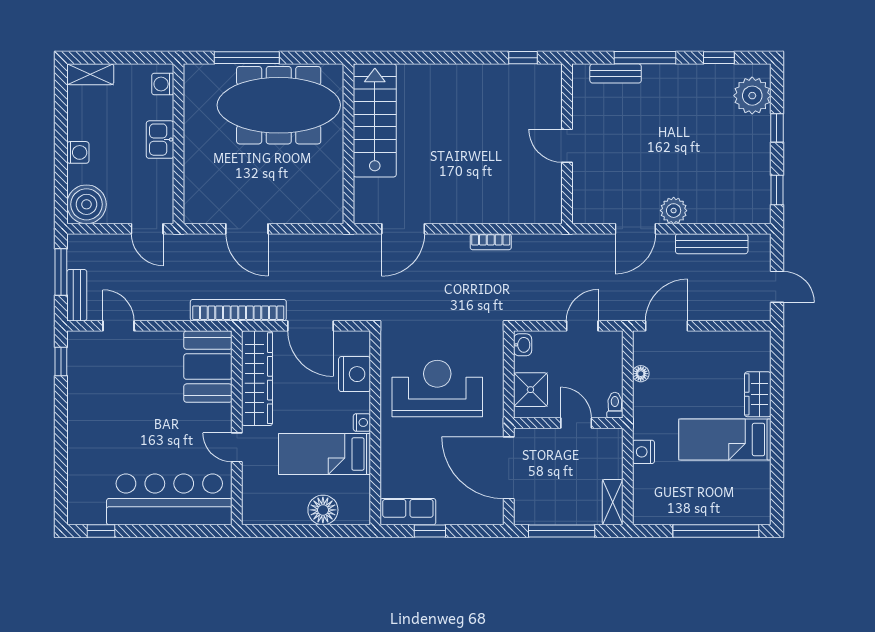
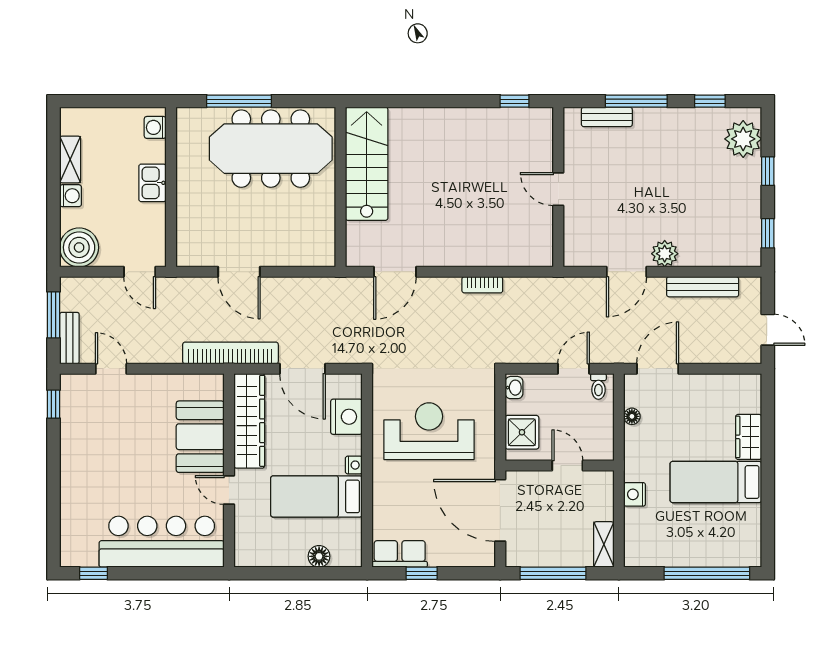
shelving: (90, 74) -> (70, 159), moved, turned 90
booth: (208, 367) -> (200, 437), moved
toilet: (615, 405) -> (598, 386), moved, turned 180
floor lamp: (323, 510) -> (319, 556), width x0.73, depth x0.73

